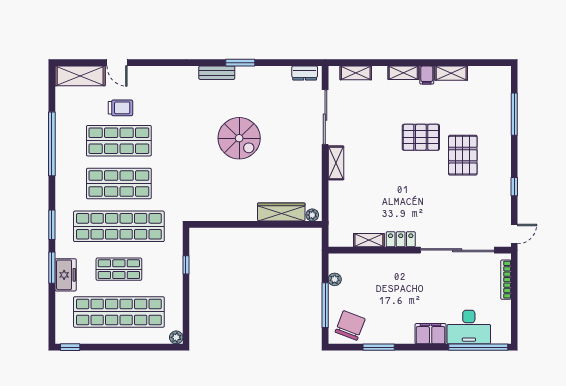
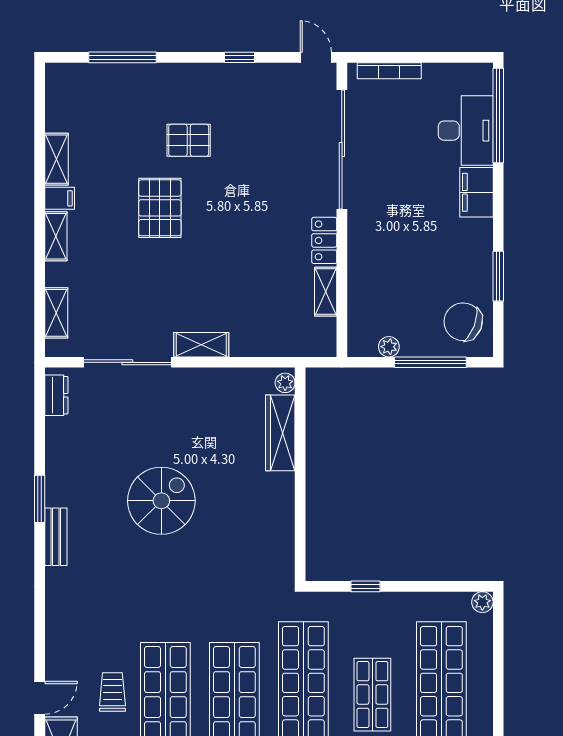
pallet: (463, 155) -> (189, 140), width x0.67, depth x0.71

